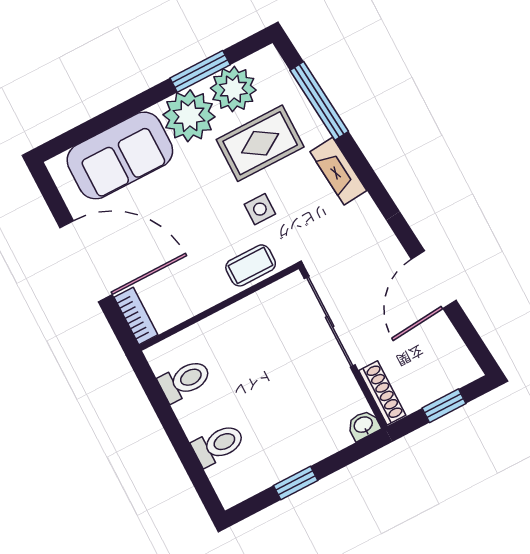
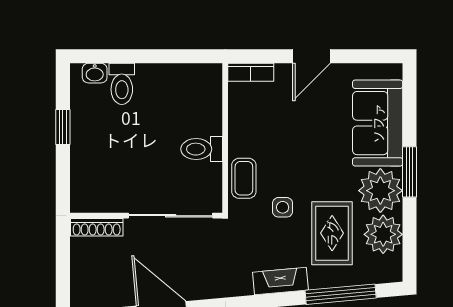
window: (200, 71) -> (410, 172), moved
door: (86, 261) -> (312, 56), width x0.53
toilet: (185, 380) -> (202, 149), moved, turned 90
window: (444, 406) -> (63, 269), removed
washbasin: (363, 425) -> (95, 73), moved, turned 90

